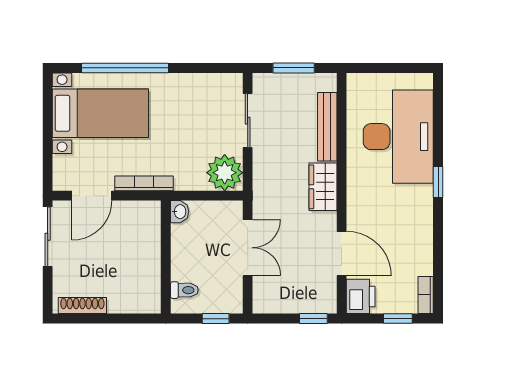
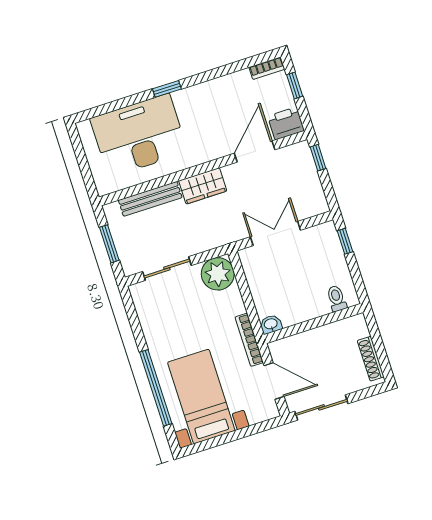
washbasin: (180, 212) -> (271, 324), moved
wall: (166, 257) -> (314, 324), moved
toilet: (184, 290) -> (337, 298), moved

